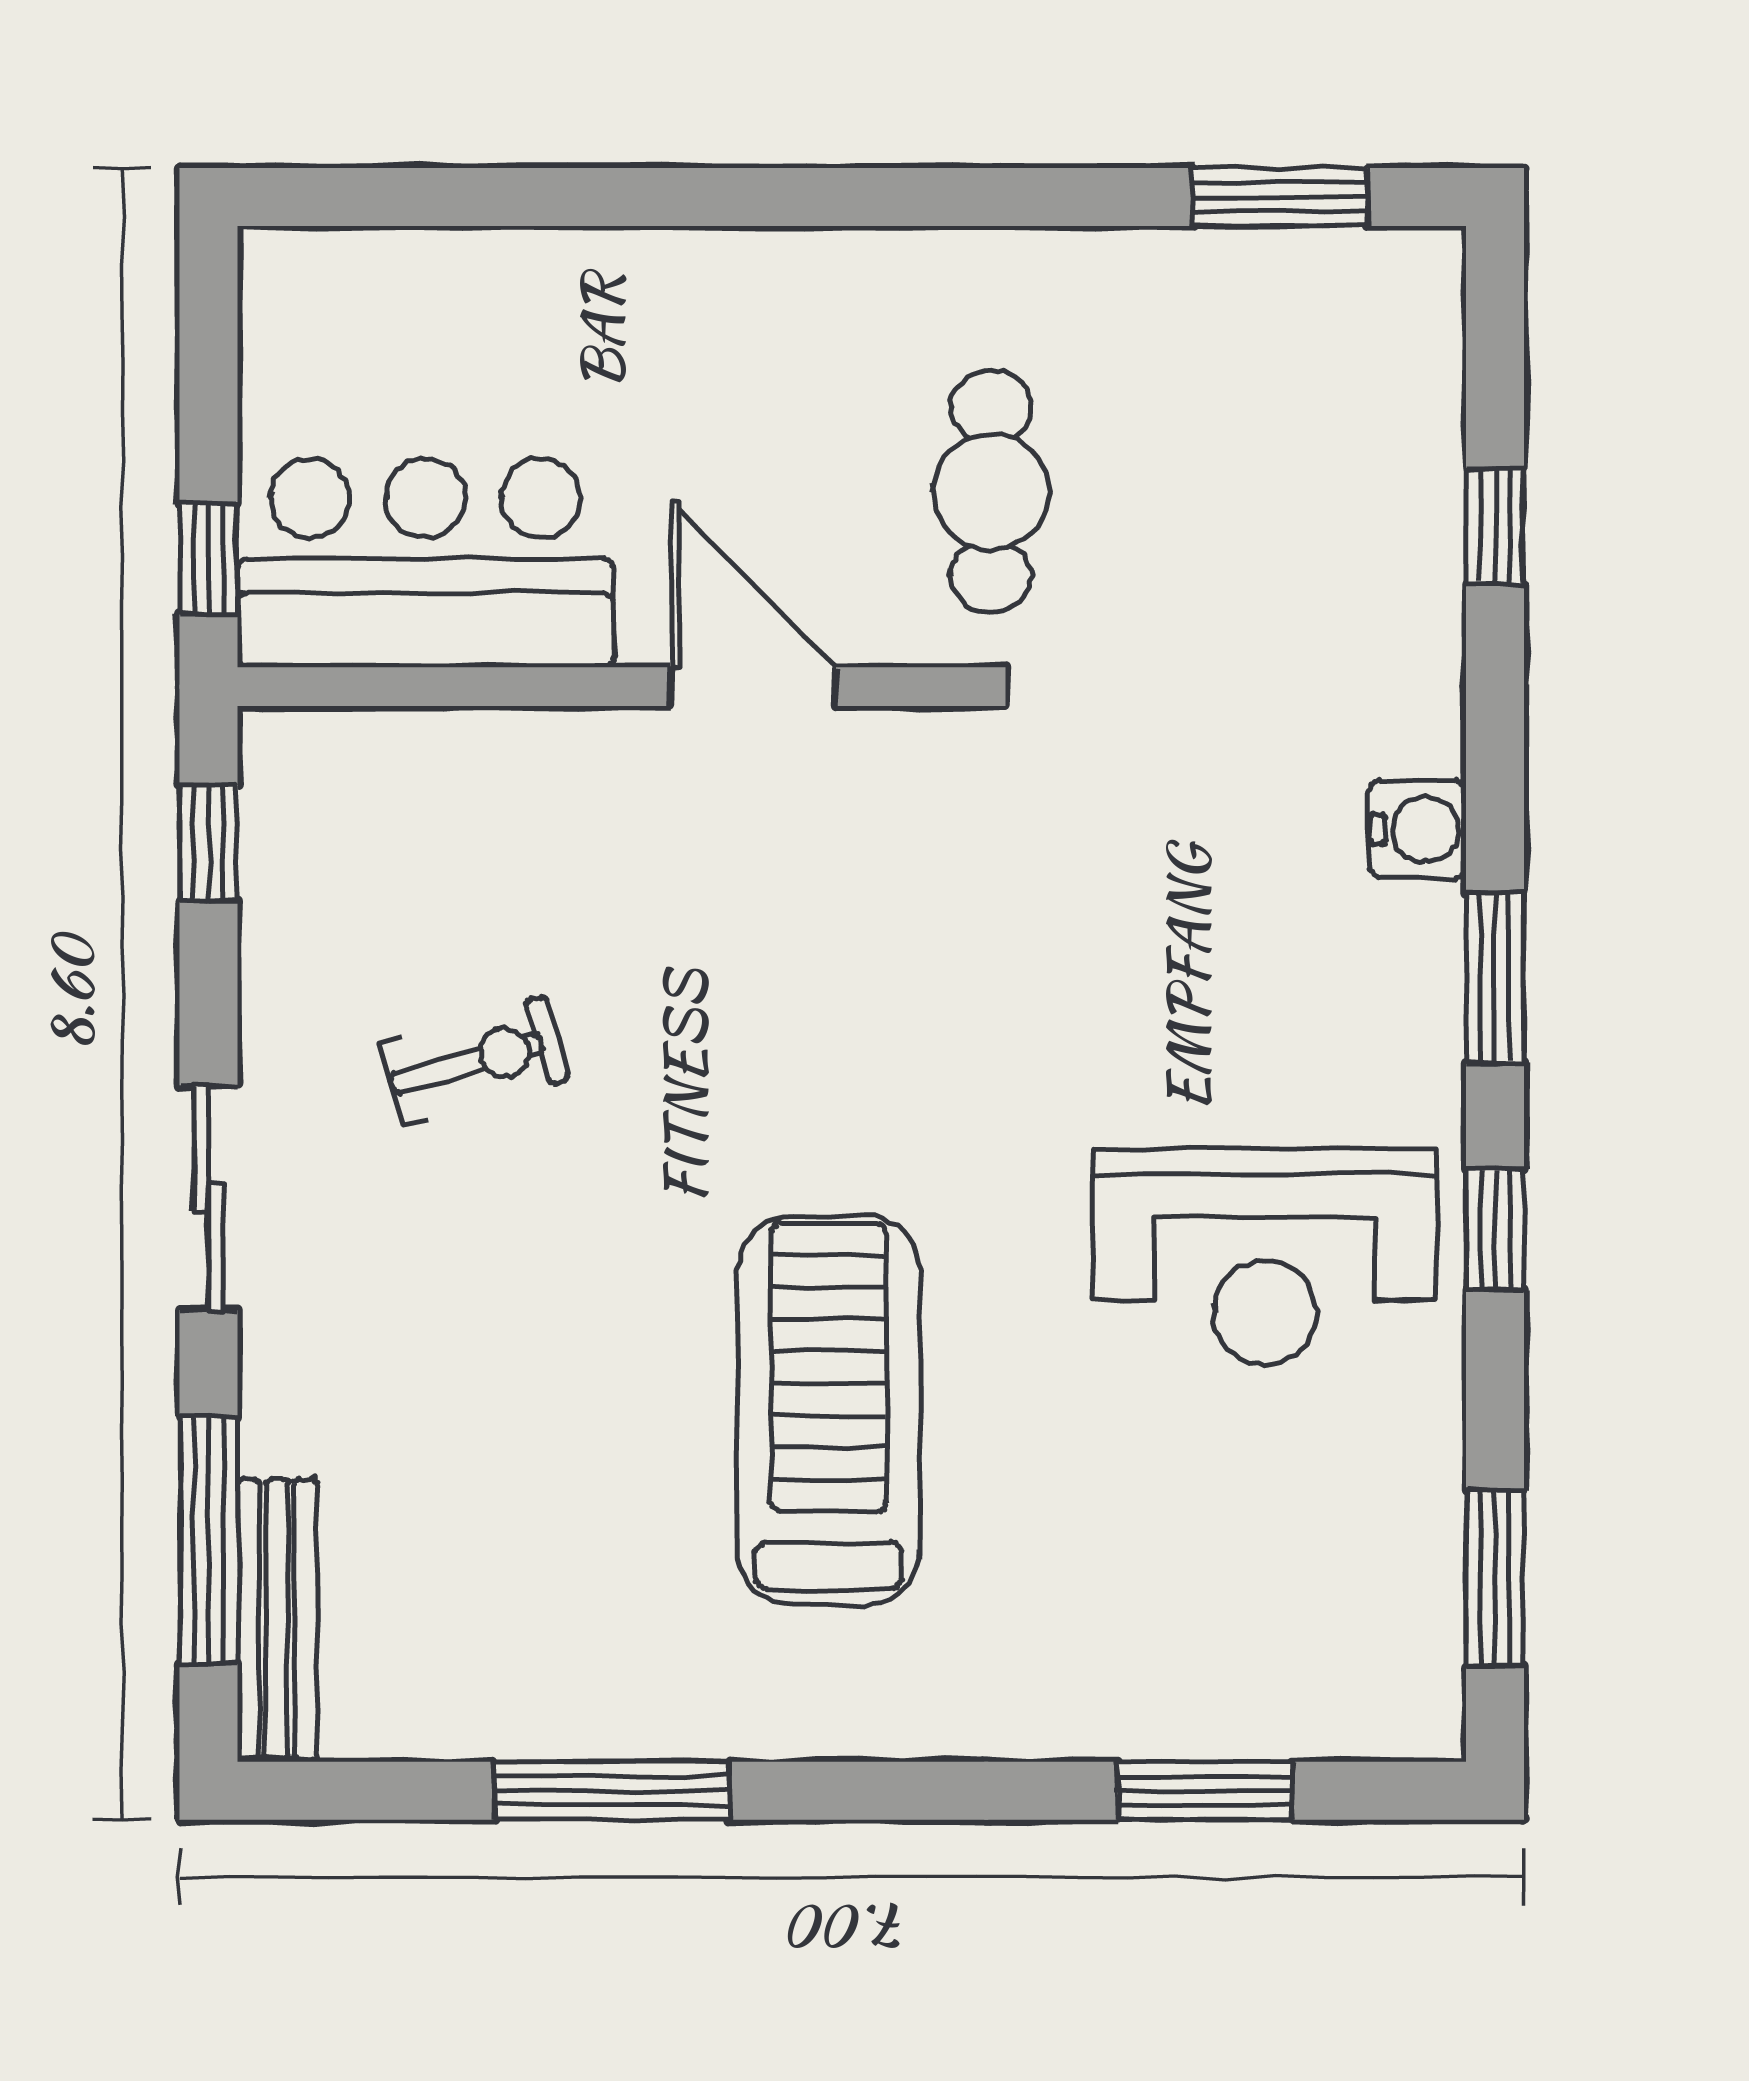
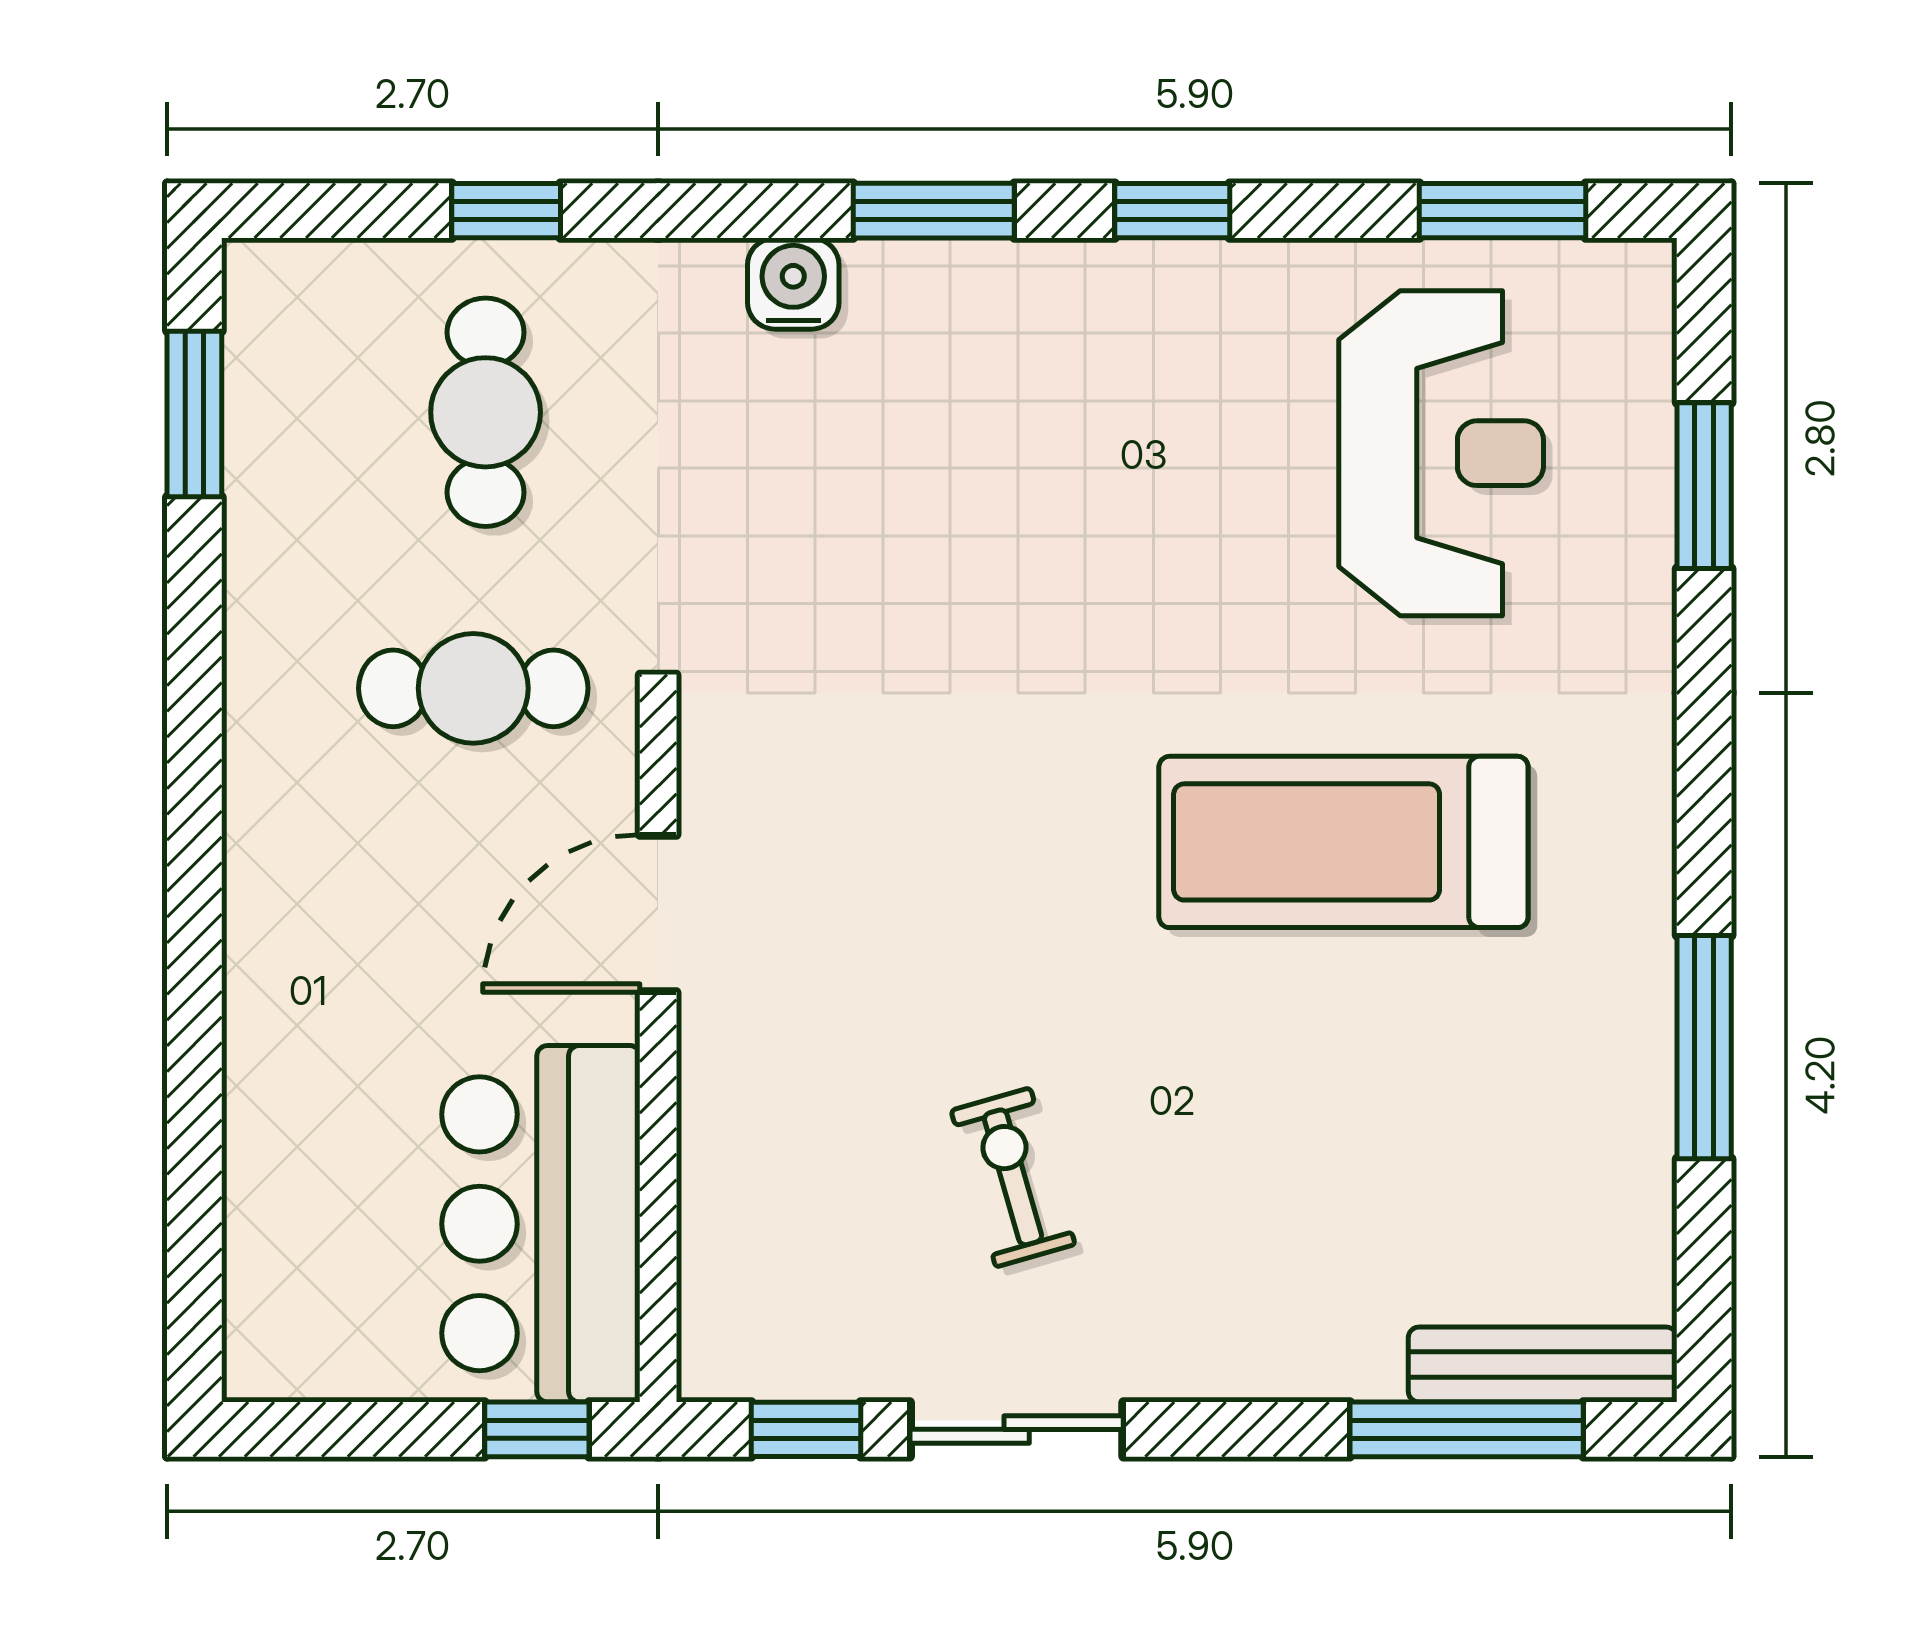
cafe table: (1282, 504) -> (486, 412), added
sliding door: (209, 1198) -> (1017, 1429), moved
reception desk: (1265, 1257) -> (1441, 453), moved

